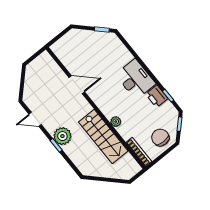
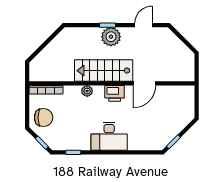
printer: (157, 96) -> (115, 93), moved, turned 180
stairs: (103, 137) -> (104, 71), moved

